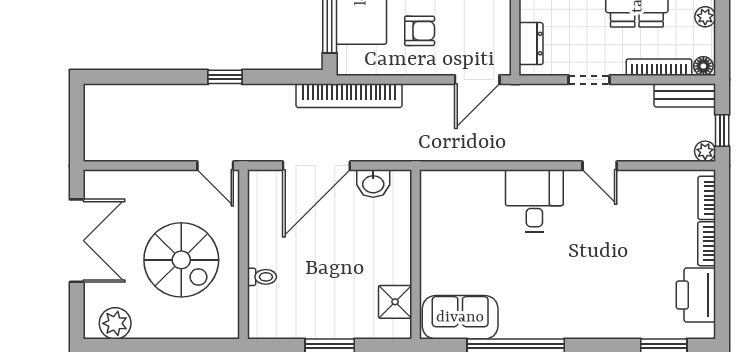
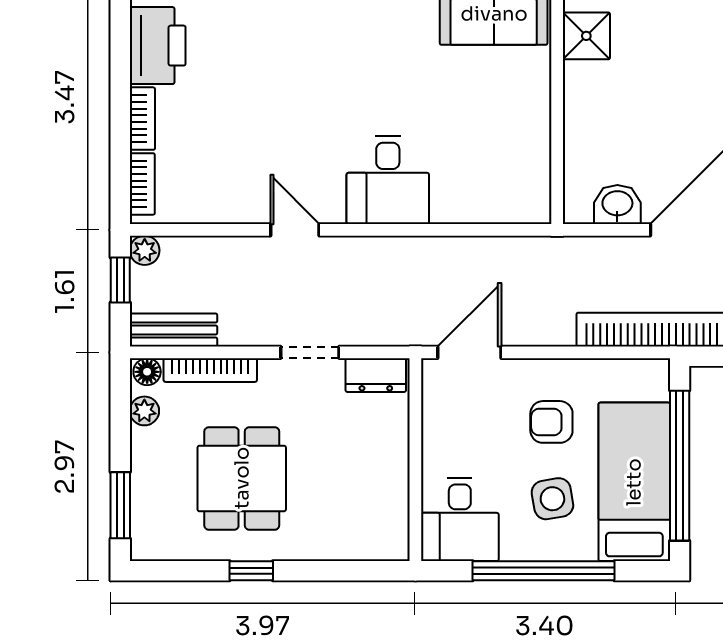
plant: (705, 17) -> (144, 411), moved
dresser: (531, 44) -> (376, 375), moved, turned -90

